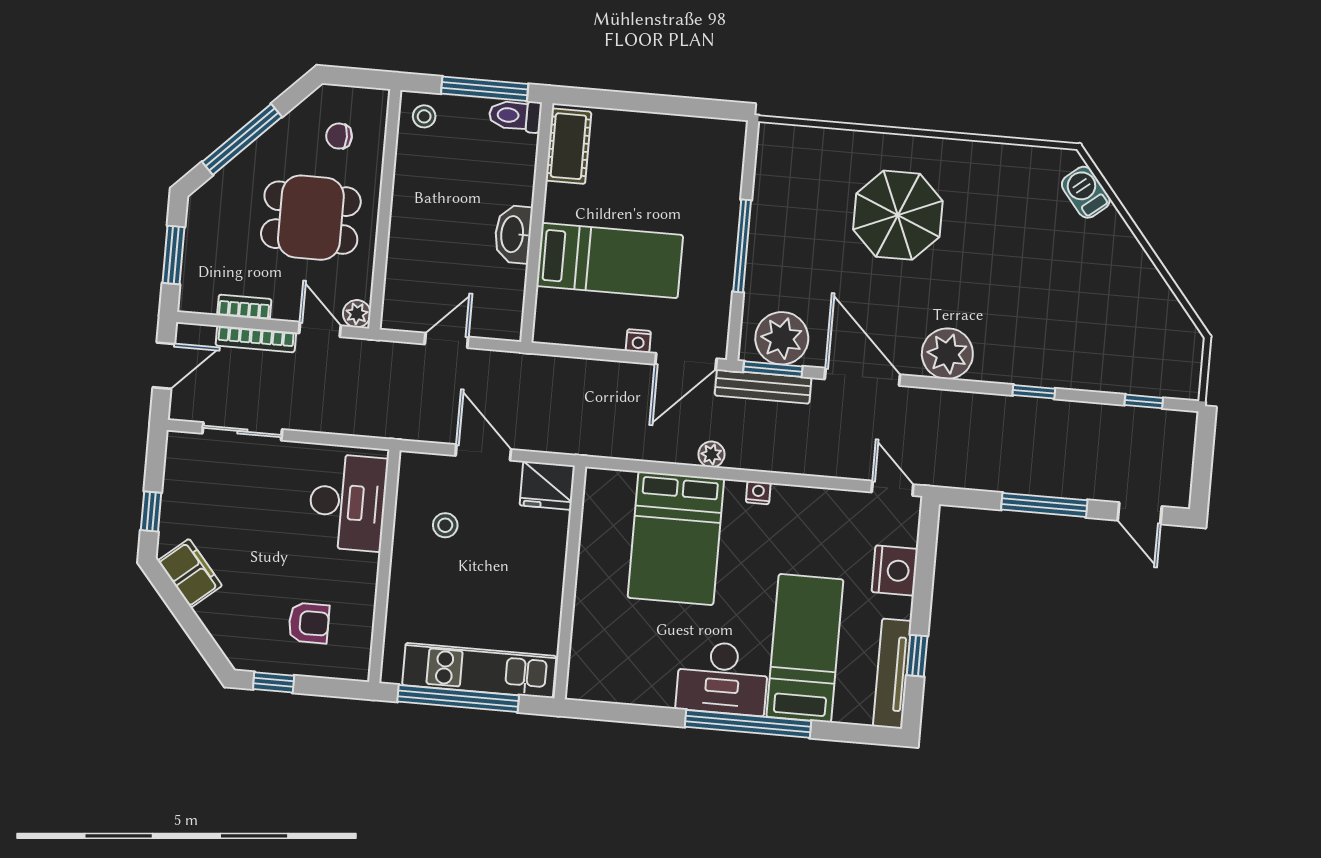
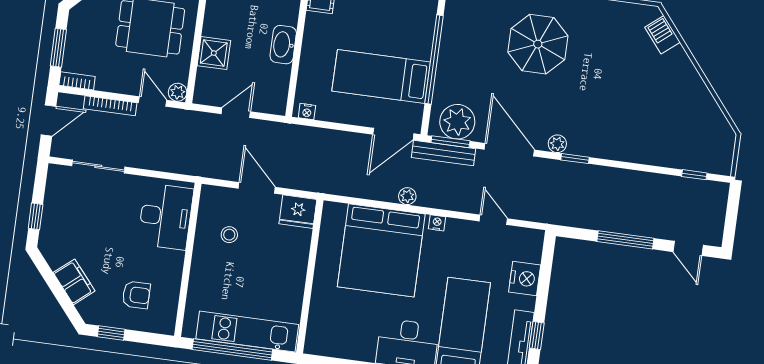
window: (742, 246) -> (434, 60), width x1.46
shower: (409, 252) -> (214, 53), added
bed: (610, 261) -> (381, 76), moved, turned 180
bookcase: (244, 307) -> (77, 81), moved
nightstand: (638, 341) -> (307, 112), moved
plant: (947, 354) -> (557, 144), width x0.53, depth x0.53
window: (1034, 392) -> (575, 159), moved
door: (893, 488) -> (493, 220), moved
bed: (676, 538) -> (381, 250), width x1.36
filing cabinet: (190, 573) -> (74, 282), moved

